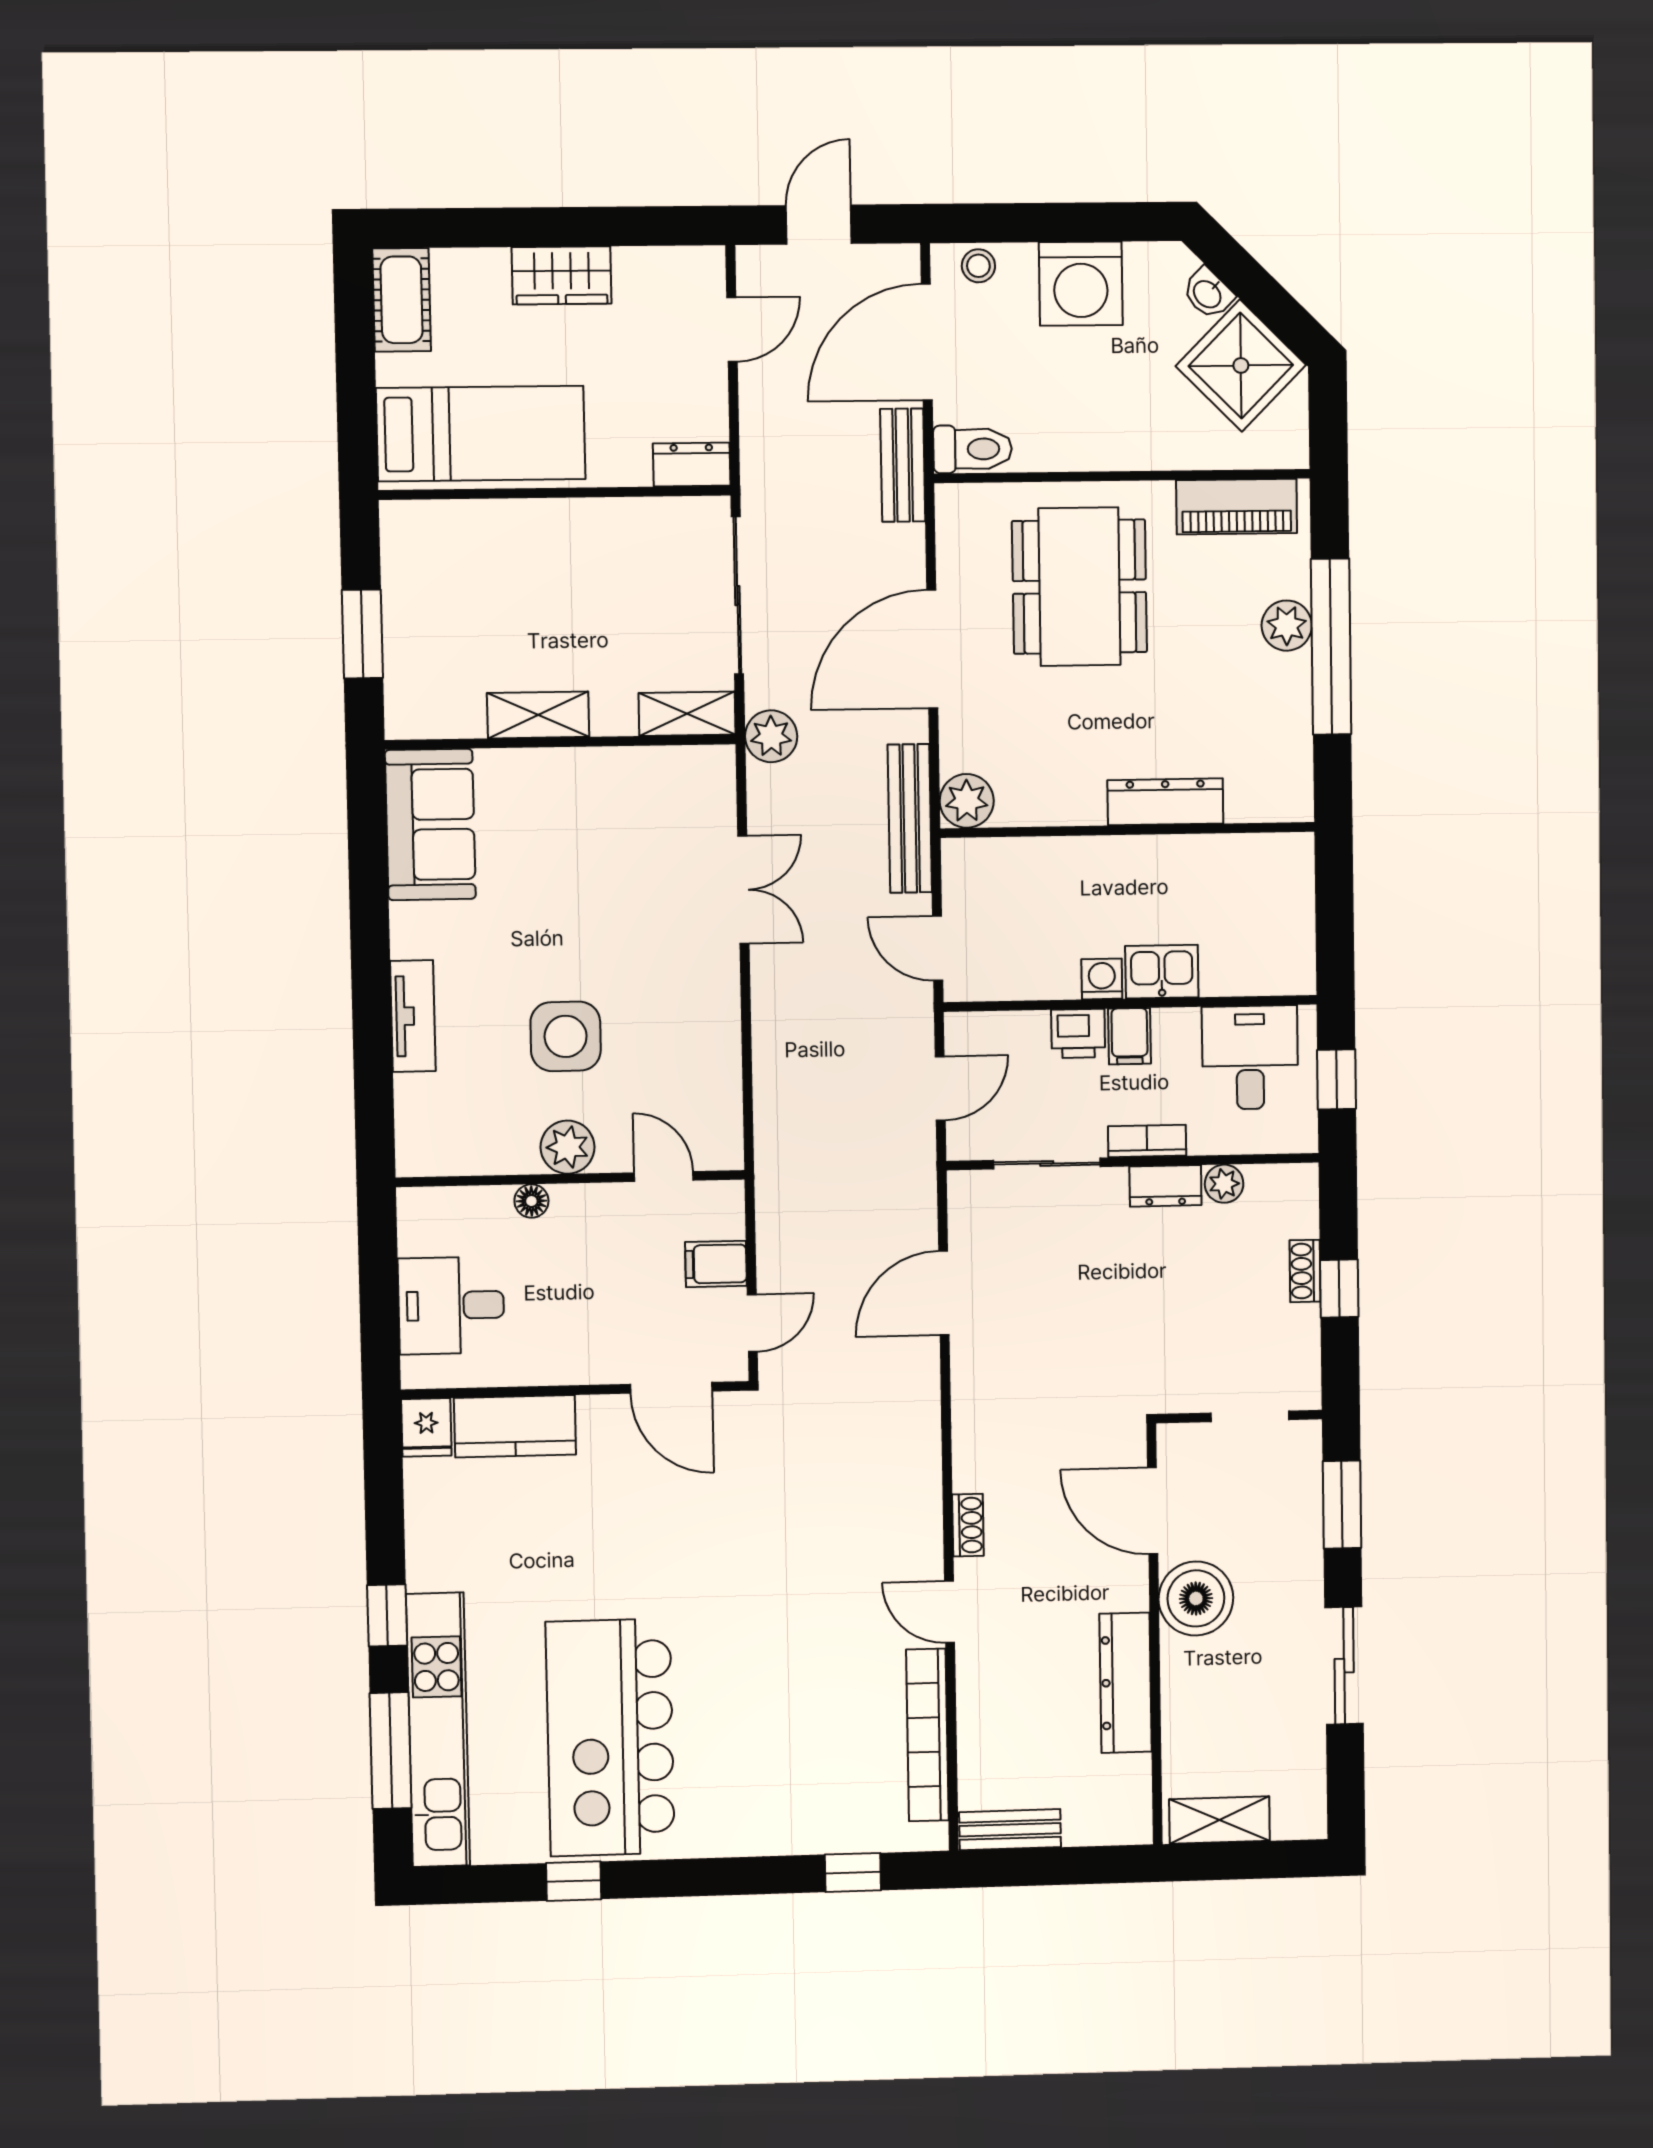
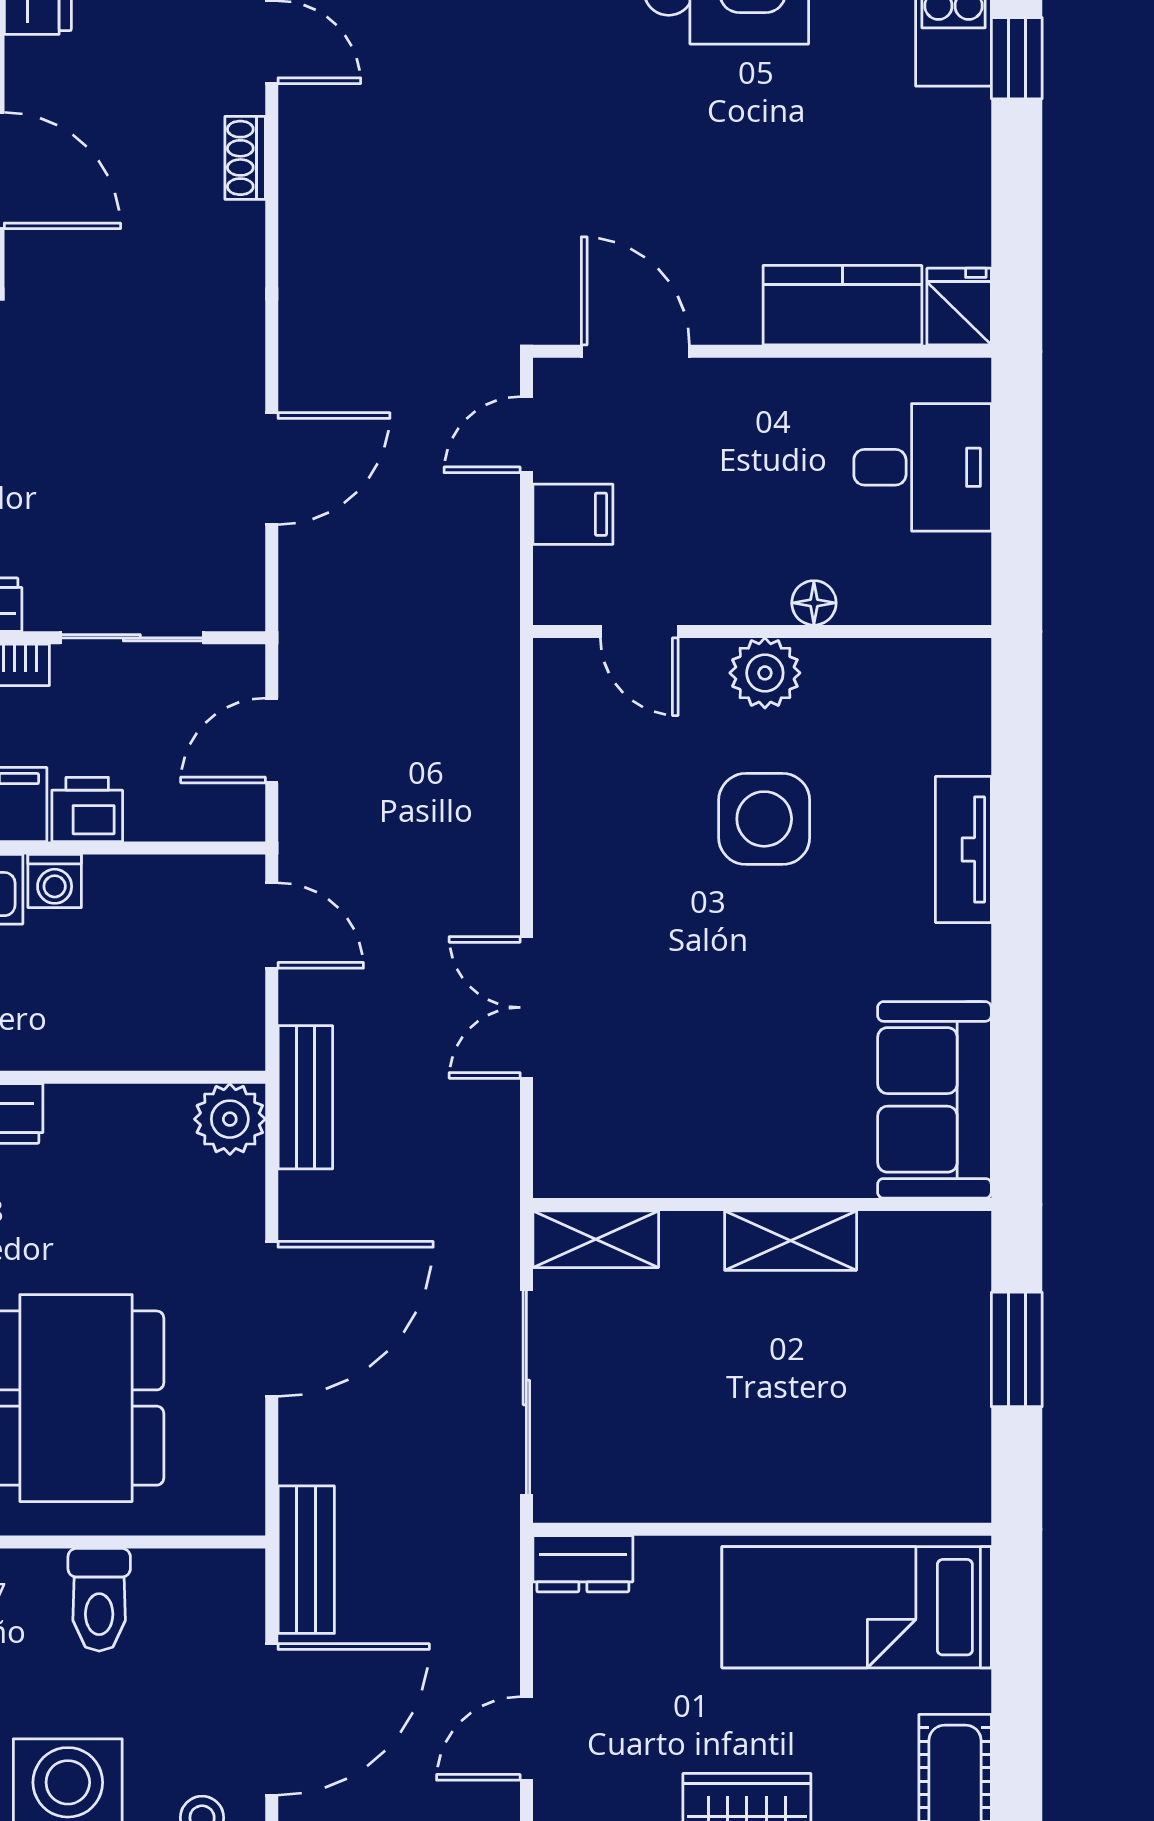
toilet: (973, 449) -> (99, 1600), moved, turned -90
plant: (771, 736) -> (486, 1208), removed
bench: (910, 818) -> (305, 1097), width x0.73

